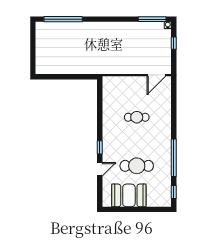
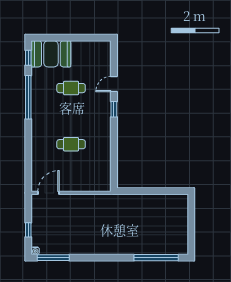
cafe table: (137, 166) -> (71, 88), width x0.73, depth x0.74
booth: (129, 195) -> (51, 54), moved

